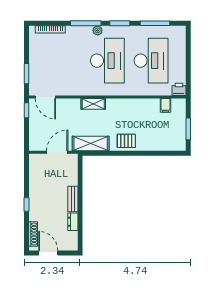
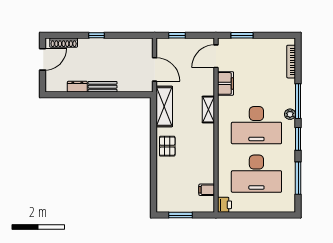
filing cabinet: (70, 89) -> (225, 83), added
window: (27, 110) -> (177, 35), moved

